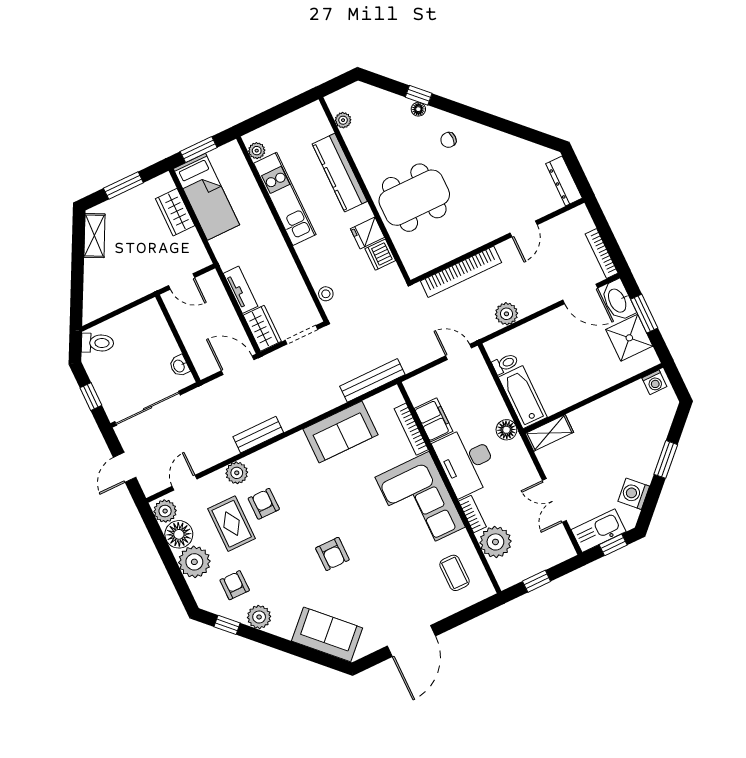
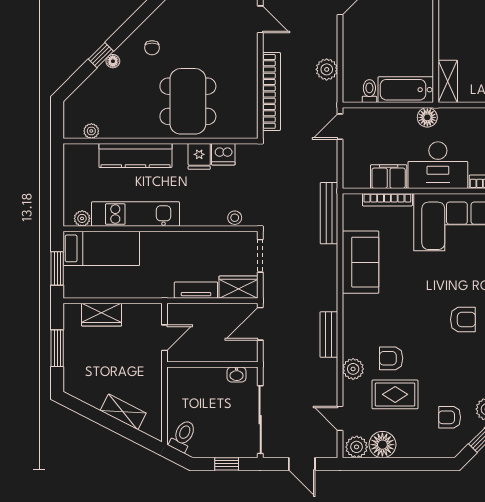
bed: (206, 197) -> (101, 248), moved
shelving: (94, 236) -> (123, 412), moved
plant: (194, 562) -> (413, 443), removed

